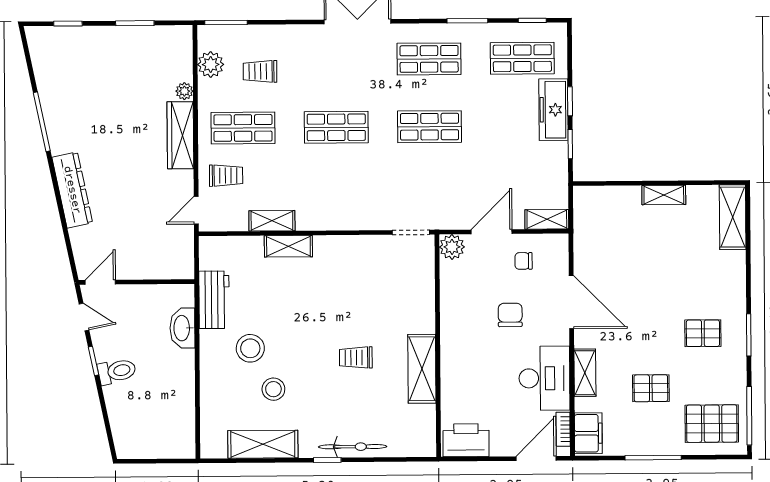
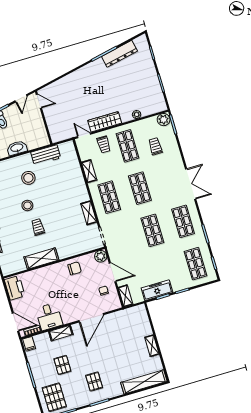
plant: (211, 64) -> (164, 120), moved
freezer: (553, 110) -> (157, 290), moved
wardrobe: (180, 135) -> (105, 122), moved
dresser: (72, 190) -> (119, 54), moved
shop shelf: (337, 195) -> (109, 197), added
shelving: (733, 217) -> (144, 382), width x1.47
shelving: (288, 246) -> (89, 213), moved
chair: (510, 315) -> (75, 268), moved
washbasin: (182, 328) -> (17, 148), moved
desk: (544, 378) -> (49, 317), width x0.73
stool: (273, 389) -> (27, 205), moved
filing cabinet: (588, 433) -> (29, 344), width x0.50

